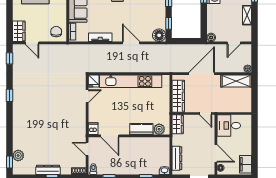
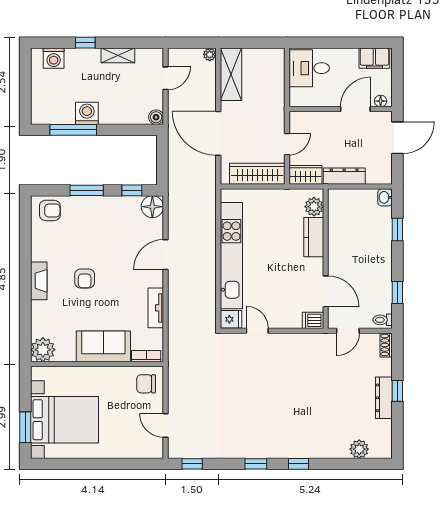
wardrobe: (19, 31) -> (145, 448), removed
door: (32, 43) -> (166, 426), swing flipped
door: (234, 43) -> (166, 78), hinge flipped
door: (206, 113) -> (287, 144), moved
desk: (229, 126) -> (309, 68), moved, turned 90
door: (110, 136) -> (326, 291), hinge flipped
dresser: (177, 158) -> (344, 176), moved
window: (10, 162) -> (299, 464), moved

